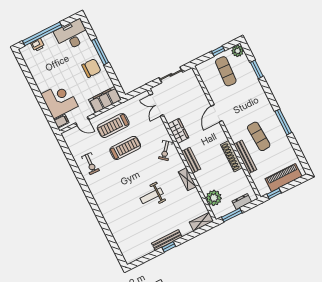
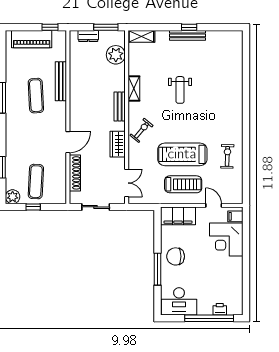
treadmill: (125, 148) -> (182, 154), width x1.37, depth x1.38
shoe rack: (232, 156) -> (75, 173), moved
weight bench: (152, 196) -> (180, 90), turned 90

